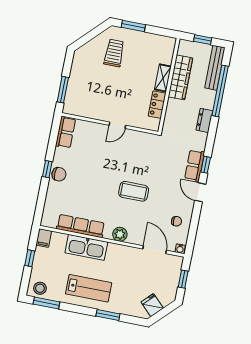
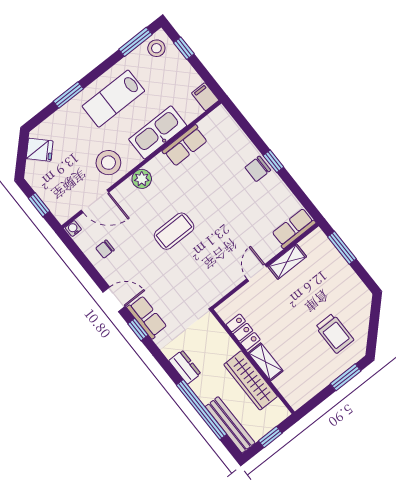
shelving: (97, 114) -> (287, 262), added
row of seats: (66, 132) -> (294, 228), moved, turned 90
row of seats: (81, 226) -> (185, 146), width x0.68
window: (30, 258) -> (184, 48), moved
stool: (127, 261) -> (108, 163), added

